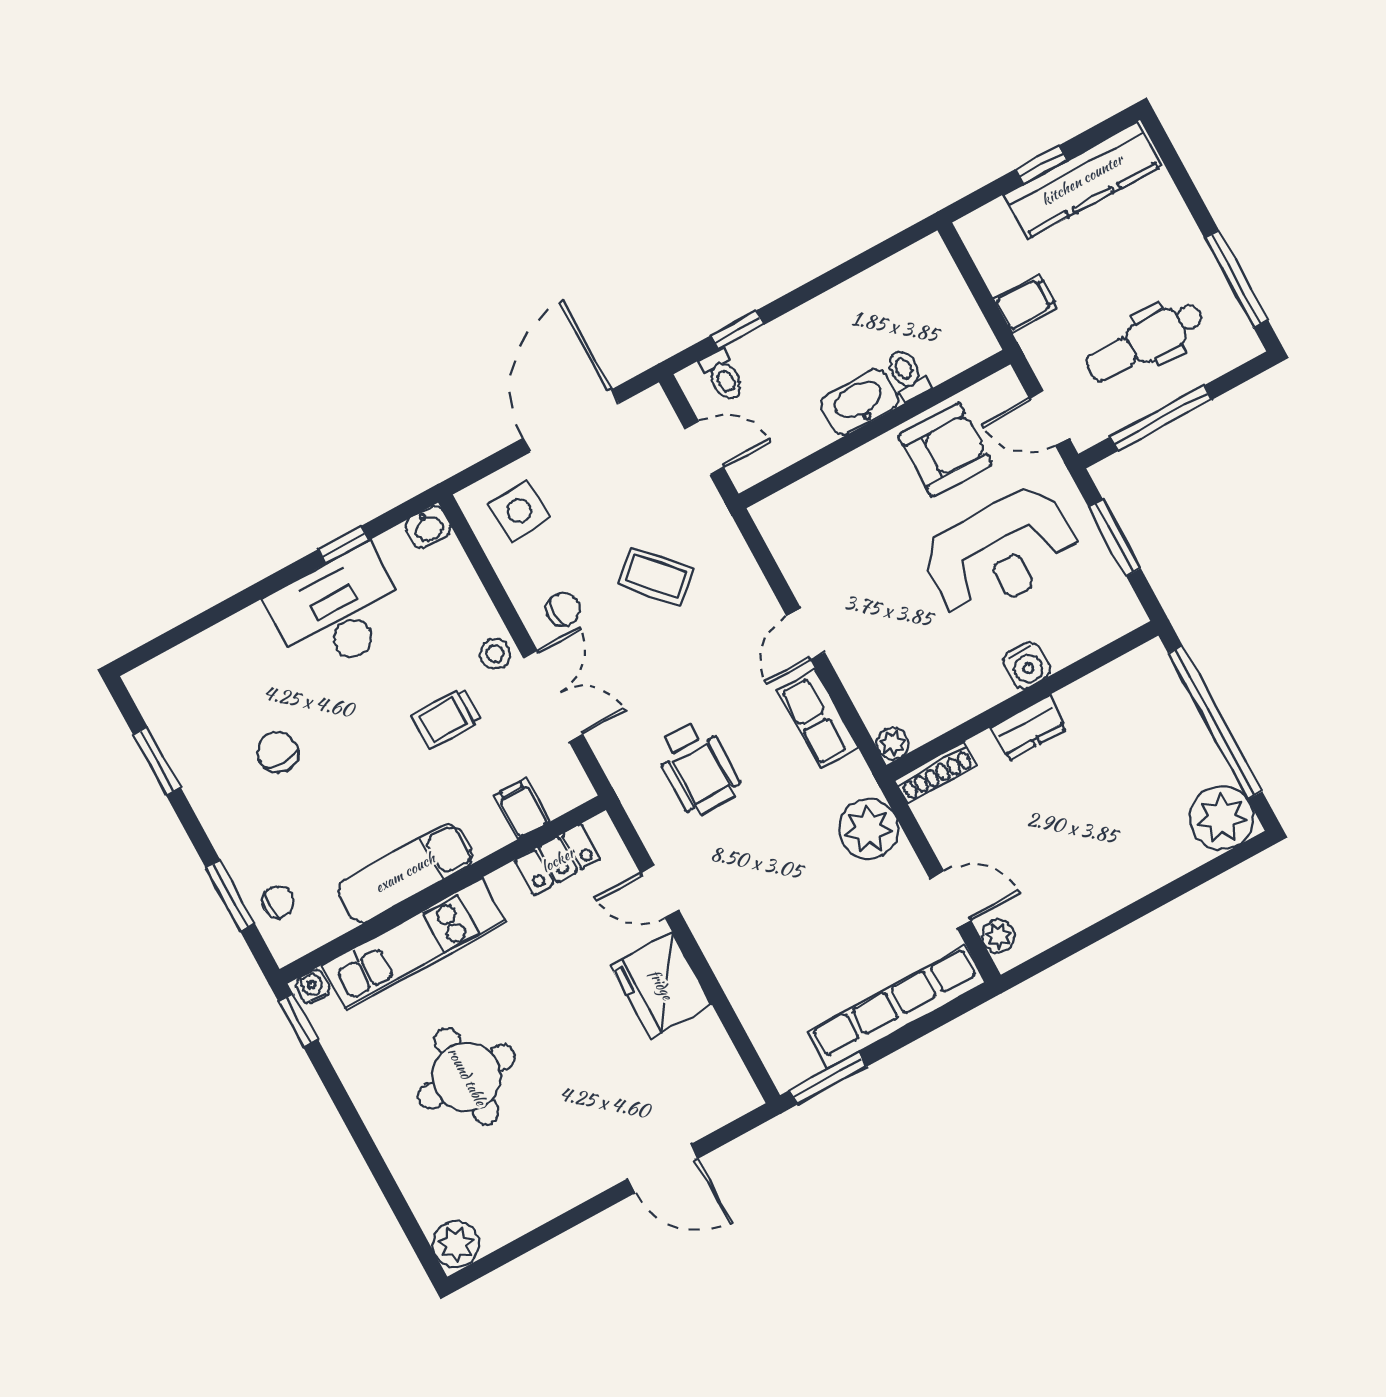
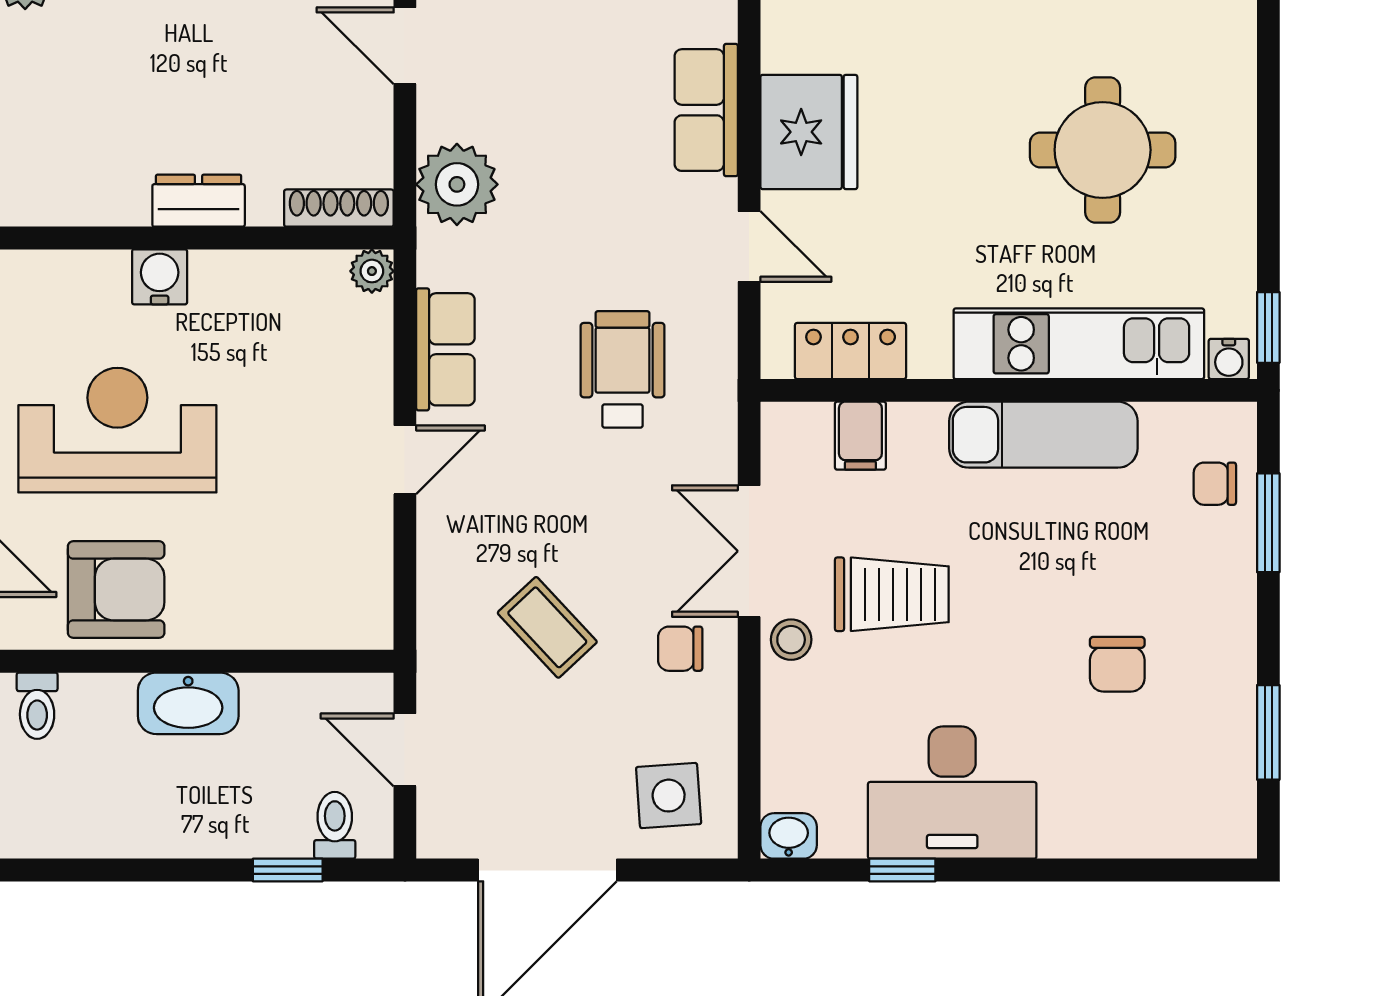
toilet: (907, 374) -> (37, 706), moved
armchair: (945, 450) -> (116, 590), turned 180
trolley: (446, 718) -> (892, 594), width x1.36, depth x1.39
row of seats: (735, 964) -> (706, 110), added

